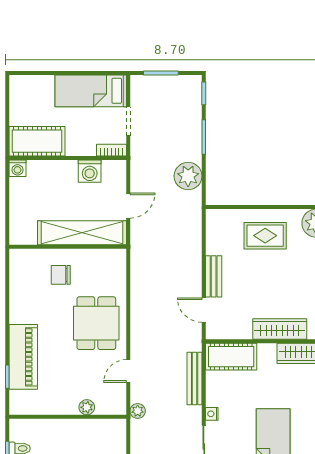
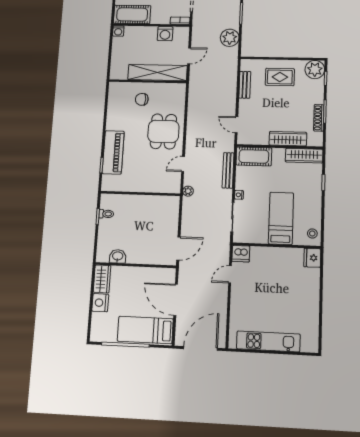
bench: (214, 276) -> (245, 85), moved
plant: (87, 407) -> (154, 187), removed

